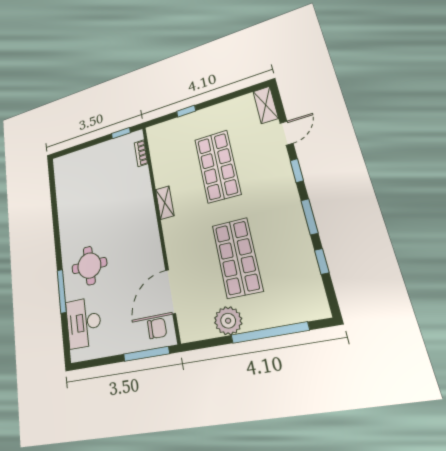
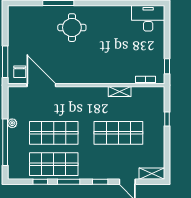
shelving: (165, 203) -> (120, 91), moved
shop shelf: (287, 246) -> (54, 164), added
plant: (228, 321) -> (12, 123), width x0.53, depth x0.53
desk: (84, 323) -> (148, 18), moved

